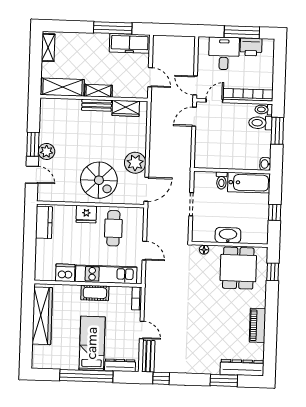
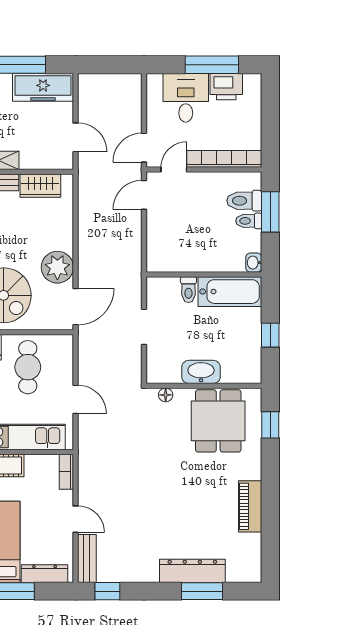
door: (195, 86) -> (144, 148), hinge flipped
toilet: (264, 110) -> (249, 221), moved
dresser: (242, 368) -> (192, 571), moved

